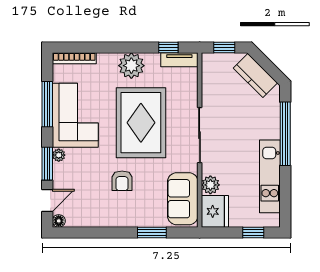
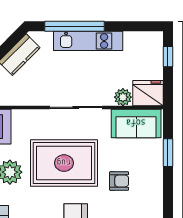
kitchen unit: (270, 176) -> (88, 41), moved

